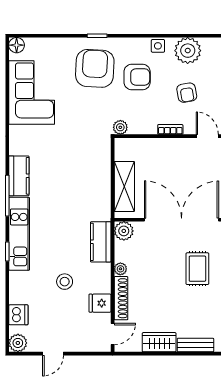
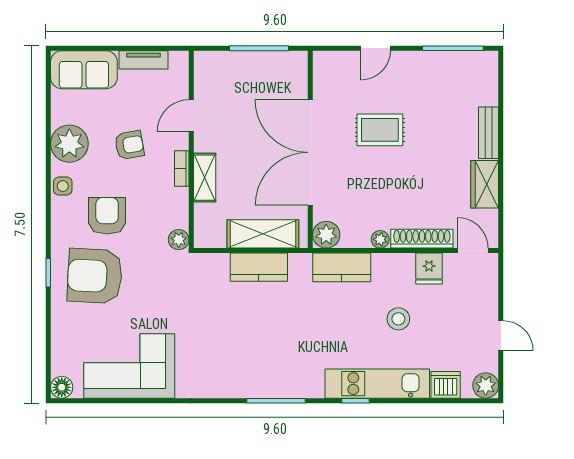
shelving: (164, 146) -> (205, 178), added
kitchen counter: (19, 176) -> (259, 267), moved, turned 180
kitchen unit: (19, 234) -> (377, 384), moved

